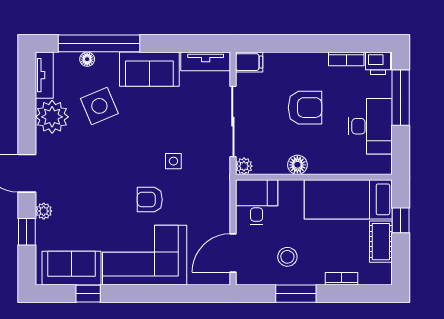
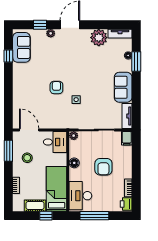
window: (99, 43) -> (136, 62), width x0.47
window: (401, 98) -> (94, 216), moved
side table: (99, 106) -> (104, 62), removed
desk: (370, 126) -> (80, 196), moved, turned 90
corner sofa: (145, 255) -> (28, 85), removed
window: (296, 294) -> (8, 151), moved

